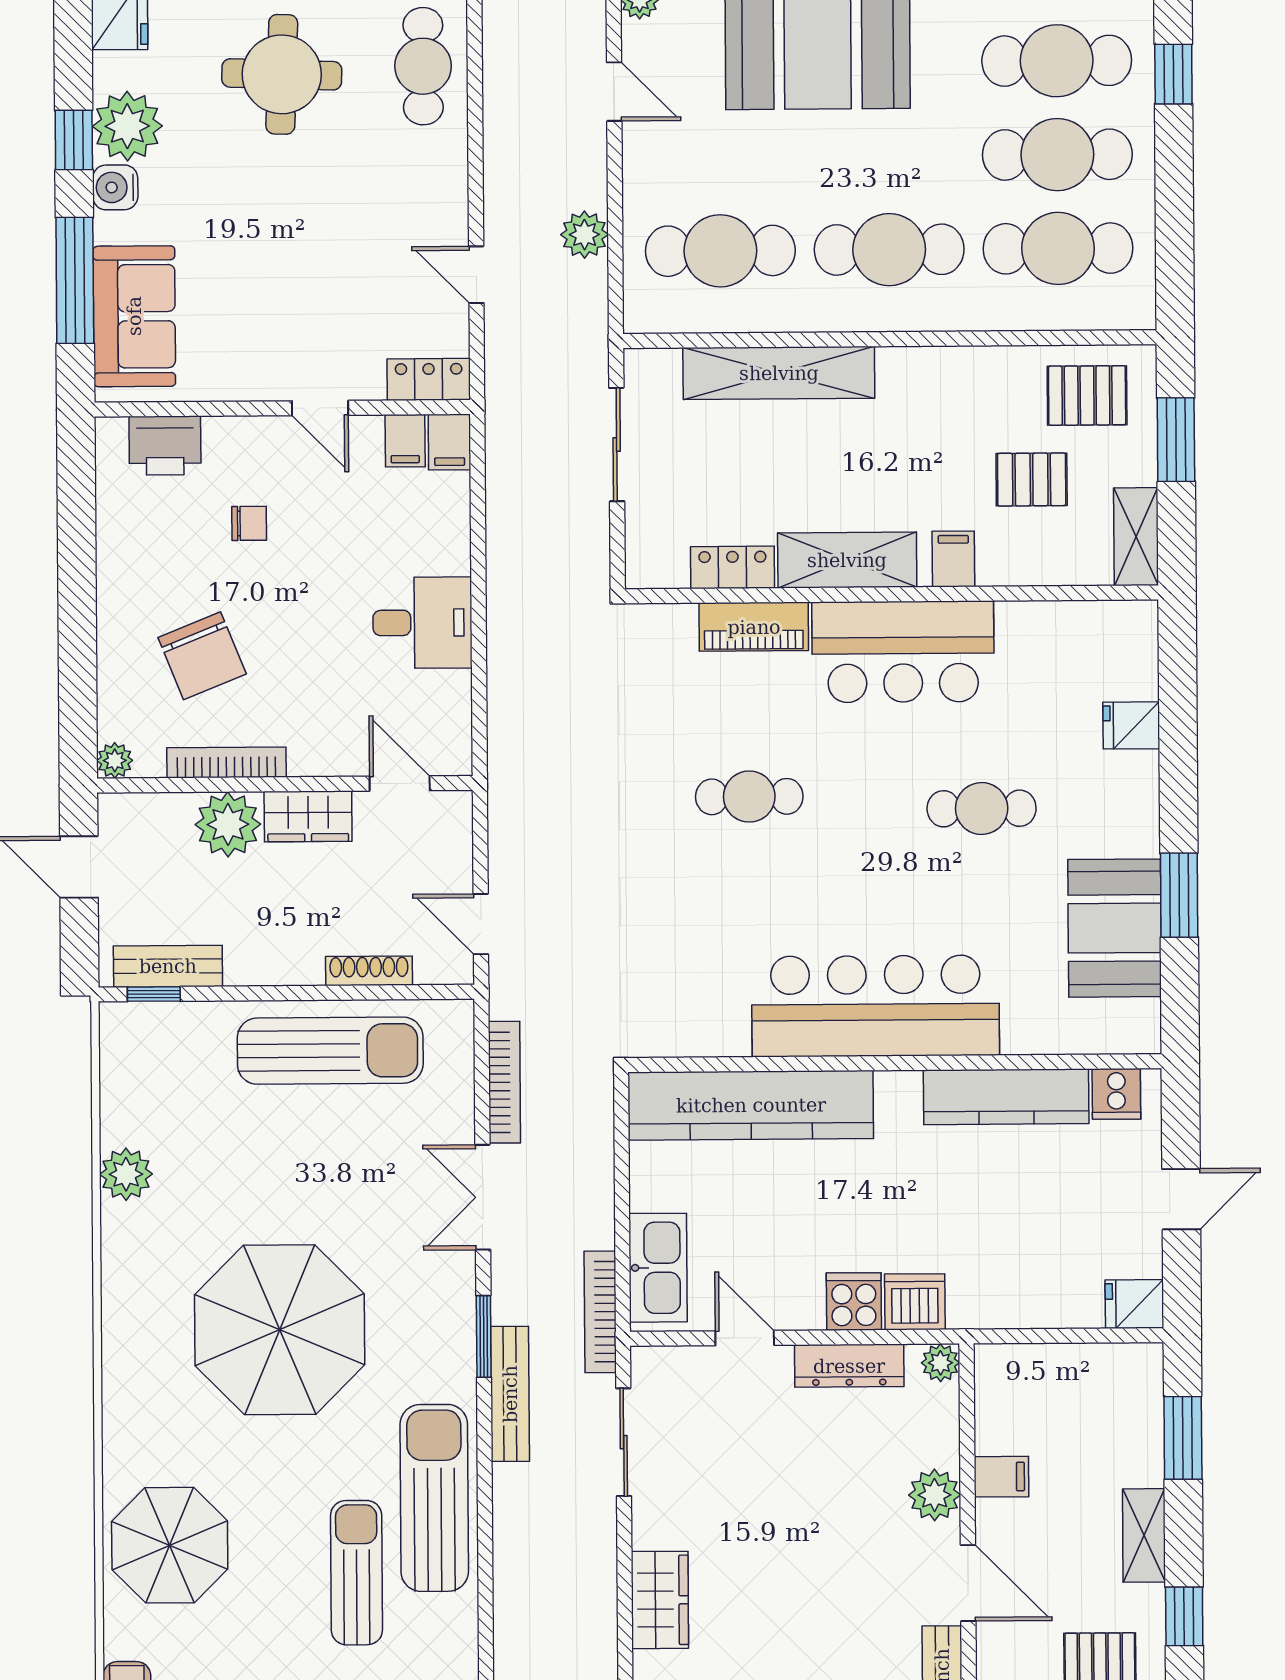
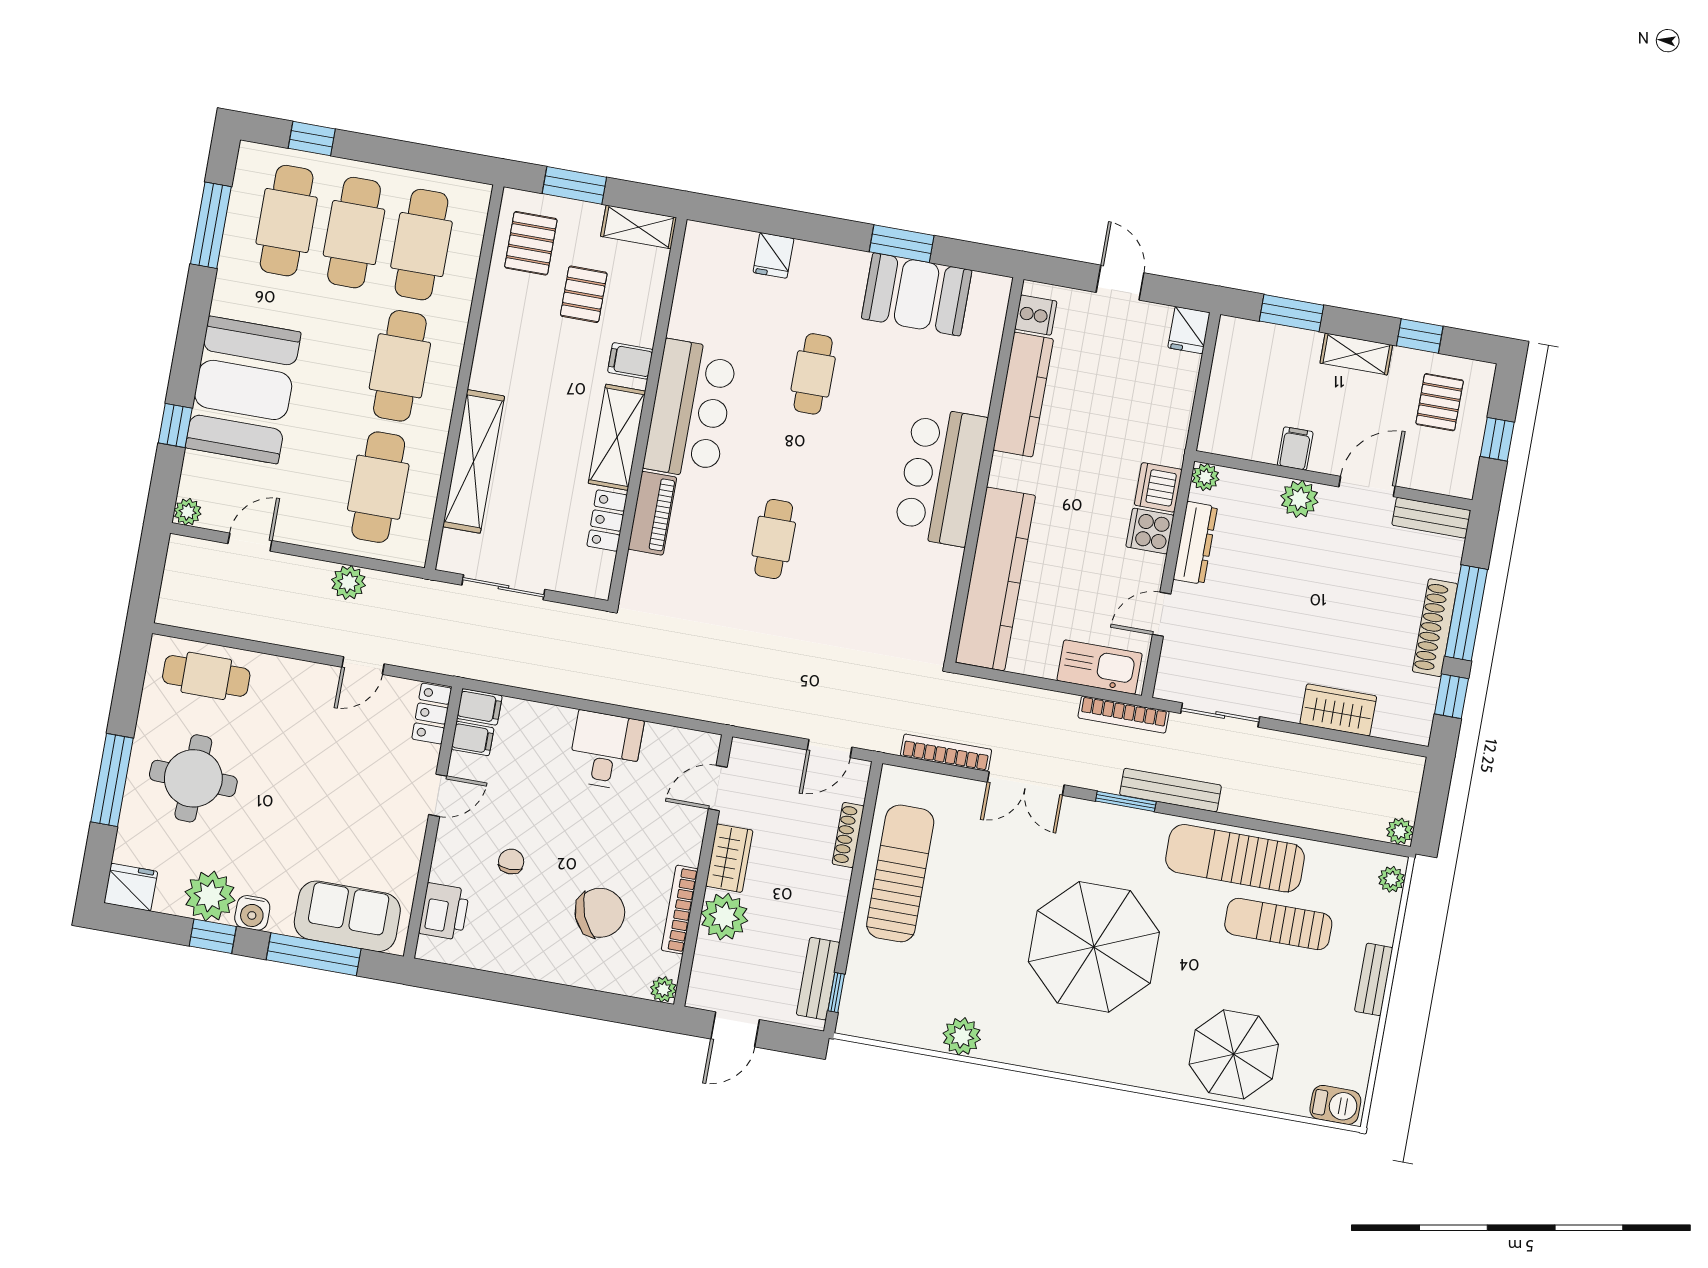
bar counter: (875, 1006) -> (941, 476), width x0.73

